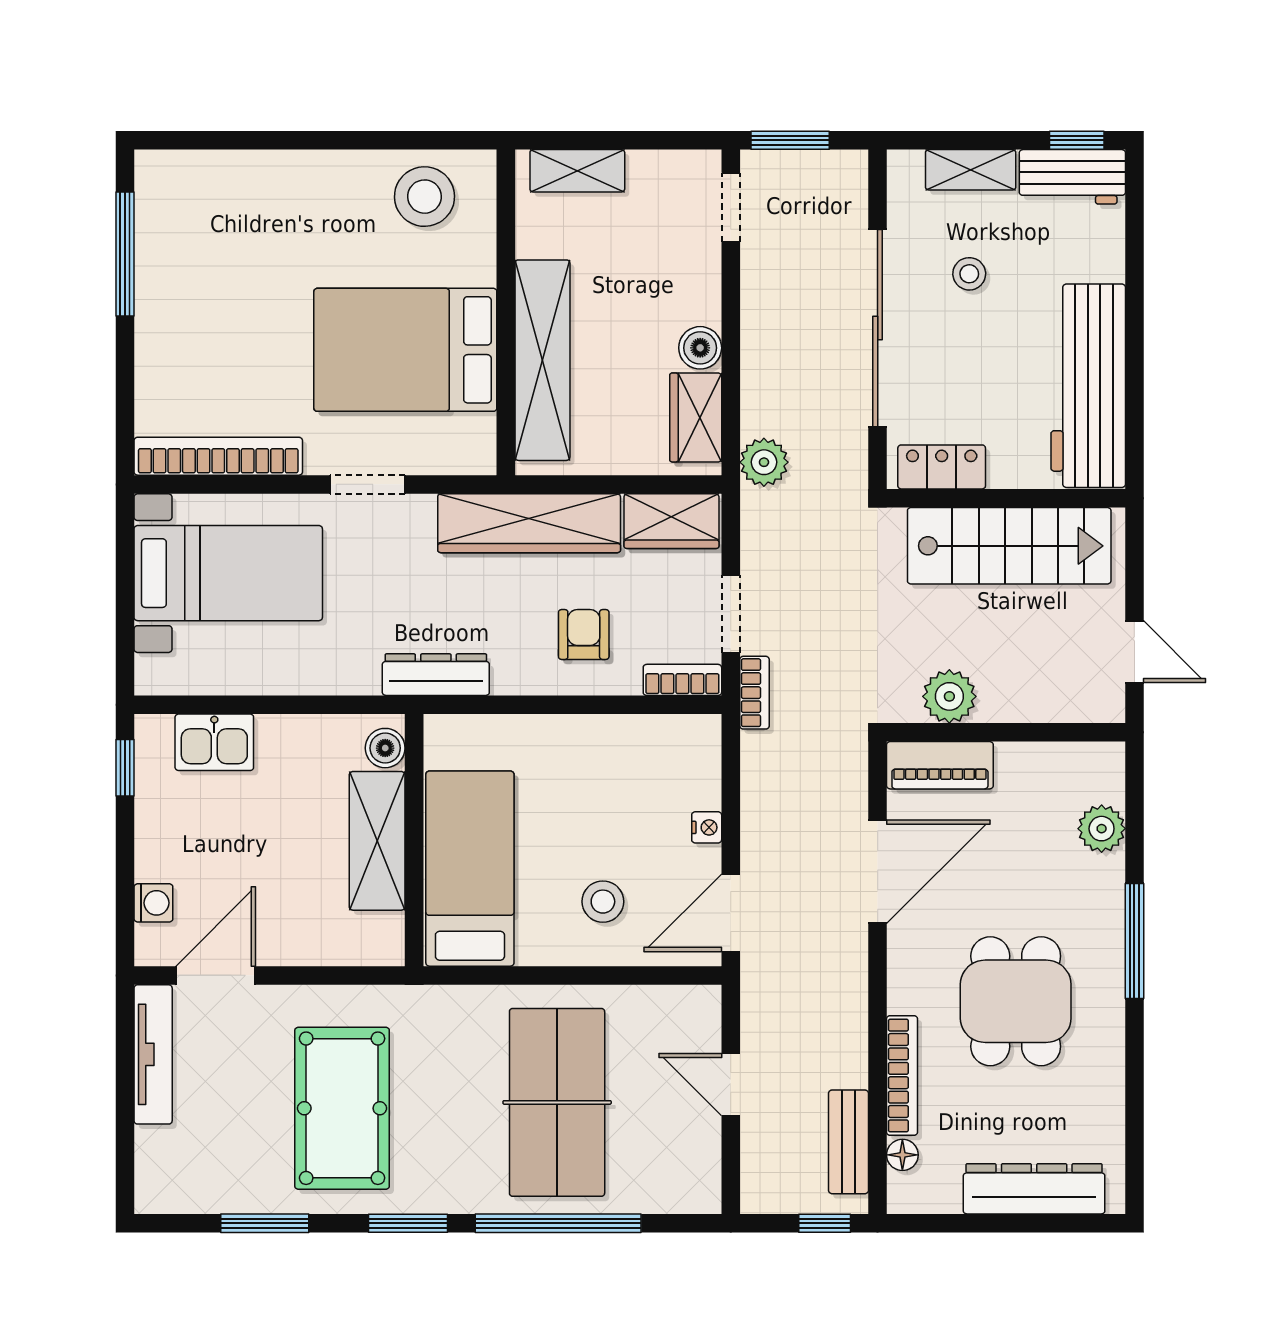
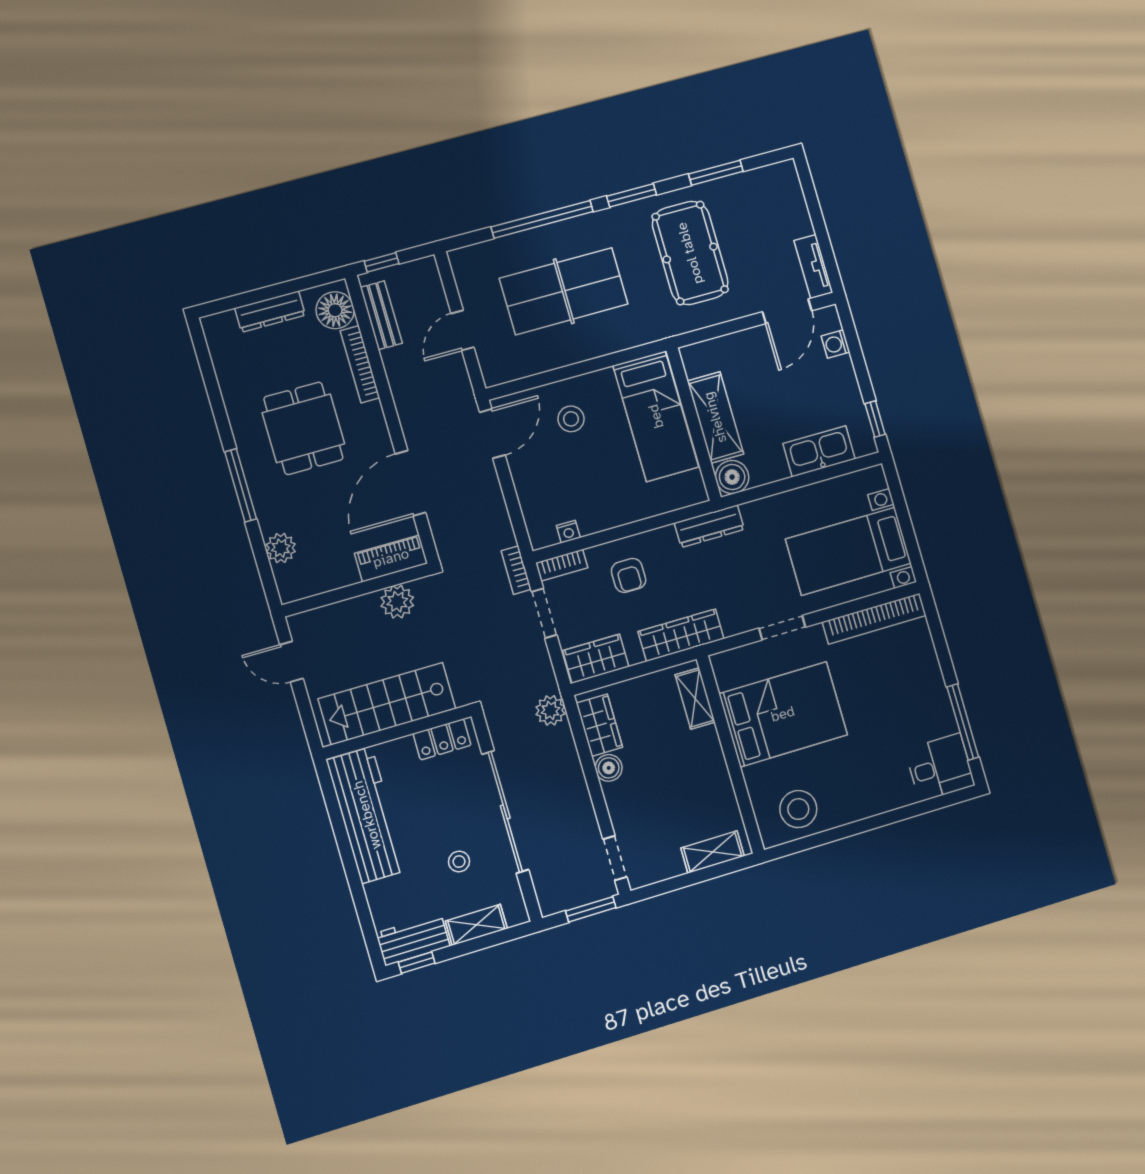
desk: (182, 194) -> (940, 767), added
shelving: (542, 360) -> (695, 698), width x0.45, depth x0.75
wardrobe: (529, 523) -> (681, 635), width x0.71, depth x0.85
kitchen sink: (214, 742) -> (819, 451), width x1.38
boiler: (385, 748) -> (732, 477), width x1.36, depth x1.36
nightstand: (707, 827) -> (568, 532), moved, turned -90
tv unit: (153, 1054) -> (813, 267), width x0.71
door: (731, 1085) -> (463, 330), swing flipped
table tennis table: (557, 1102) -> (564, 291), turned 90
floor lamp: (902, 1155) -> (335, 310), width x1.89, depth x1.89
dresser: (1034, 1189) -> (270, 312), width x0.73, depth x0.80

